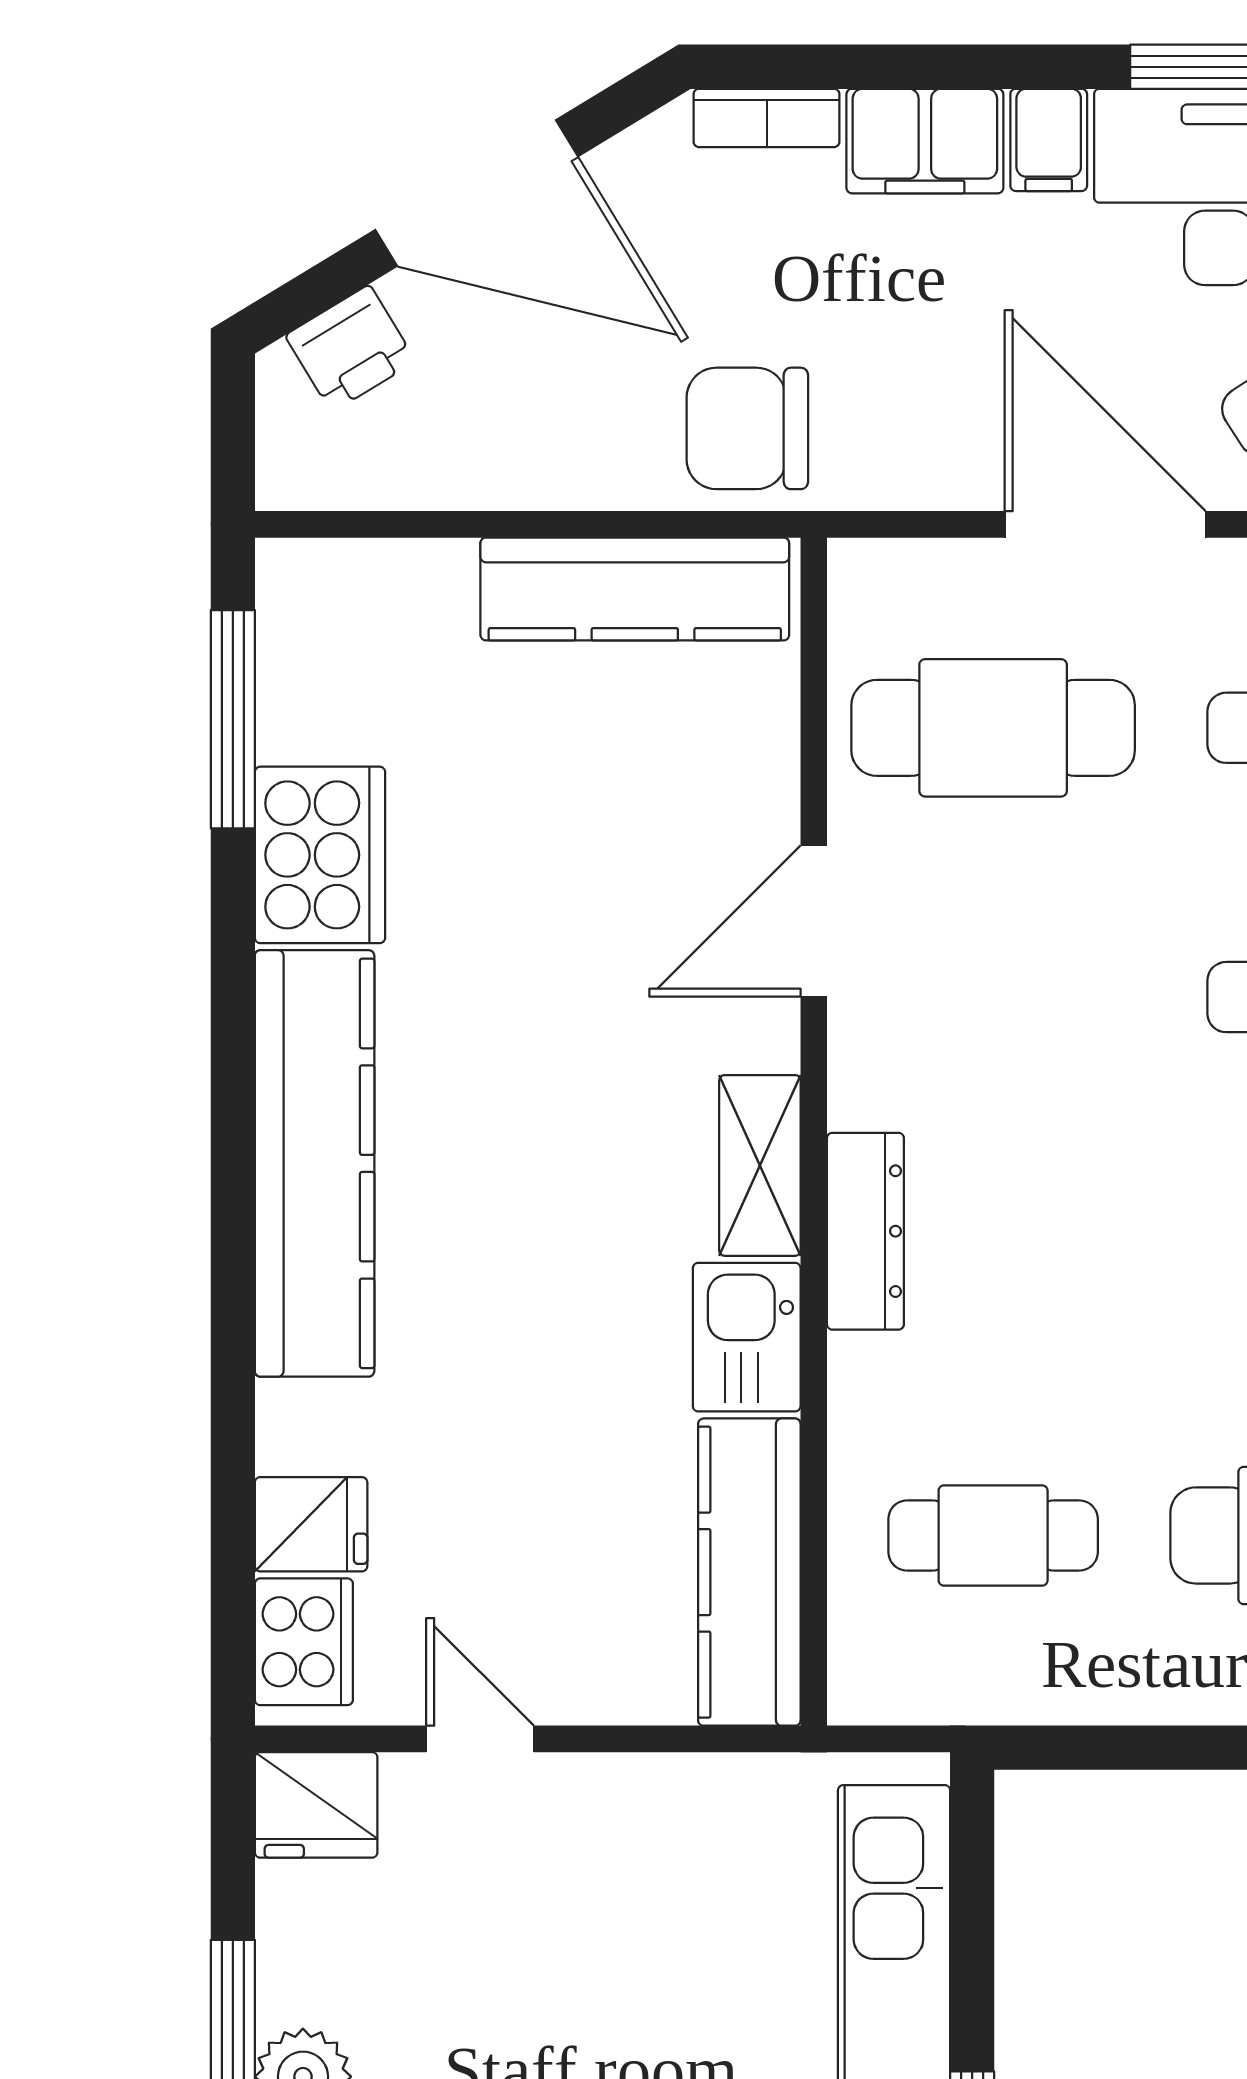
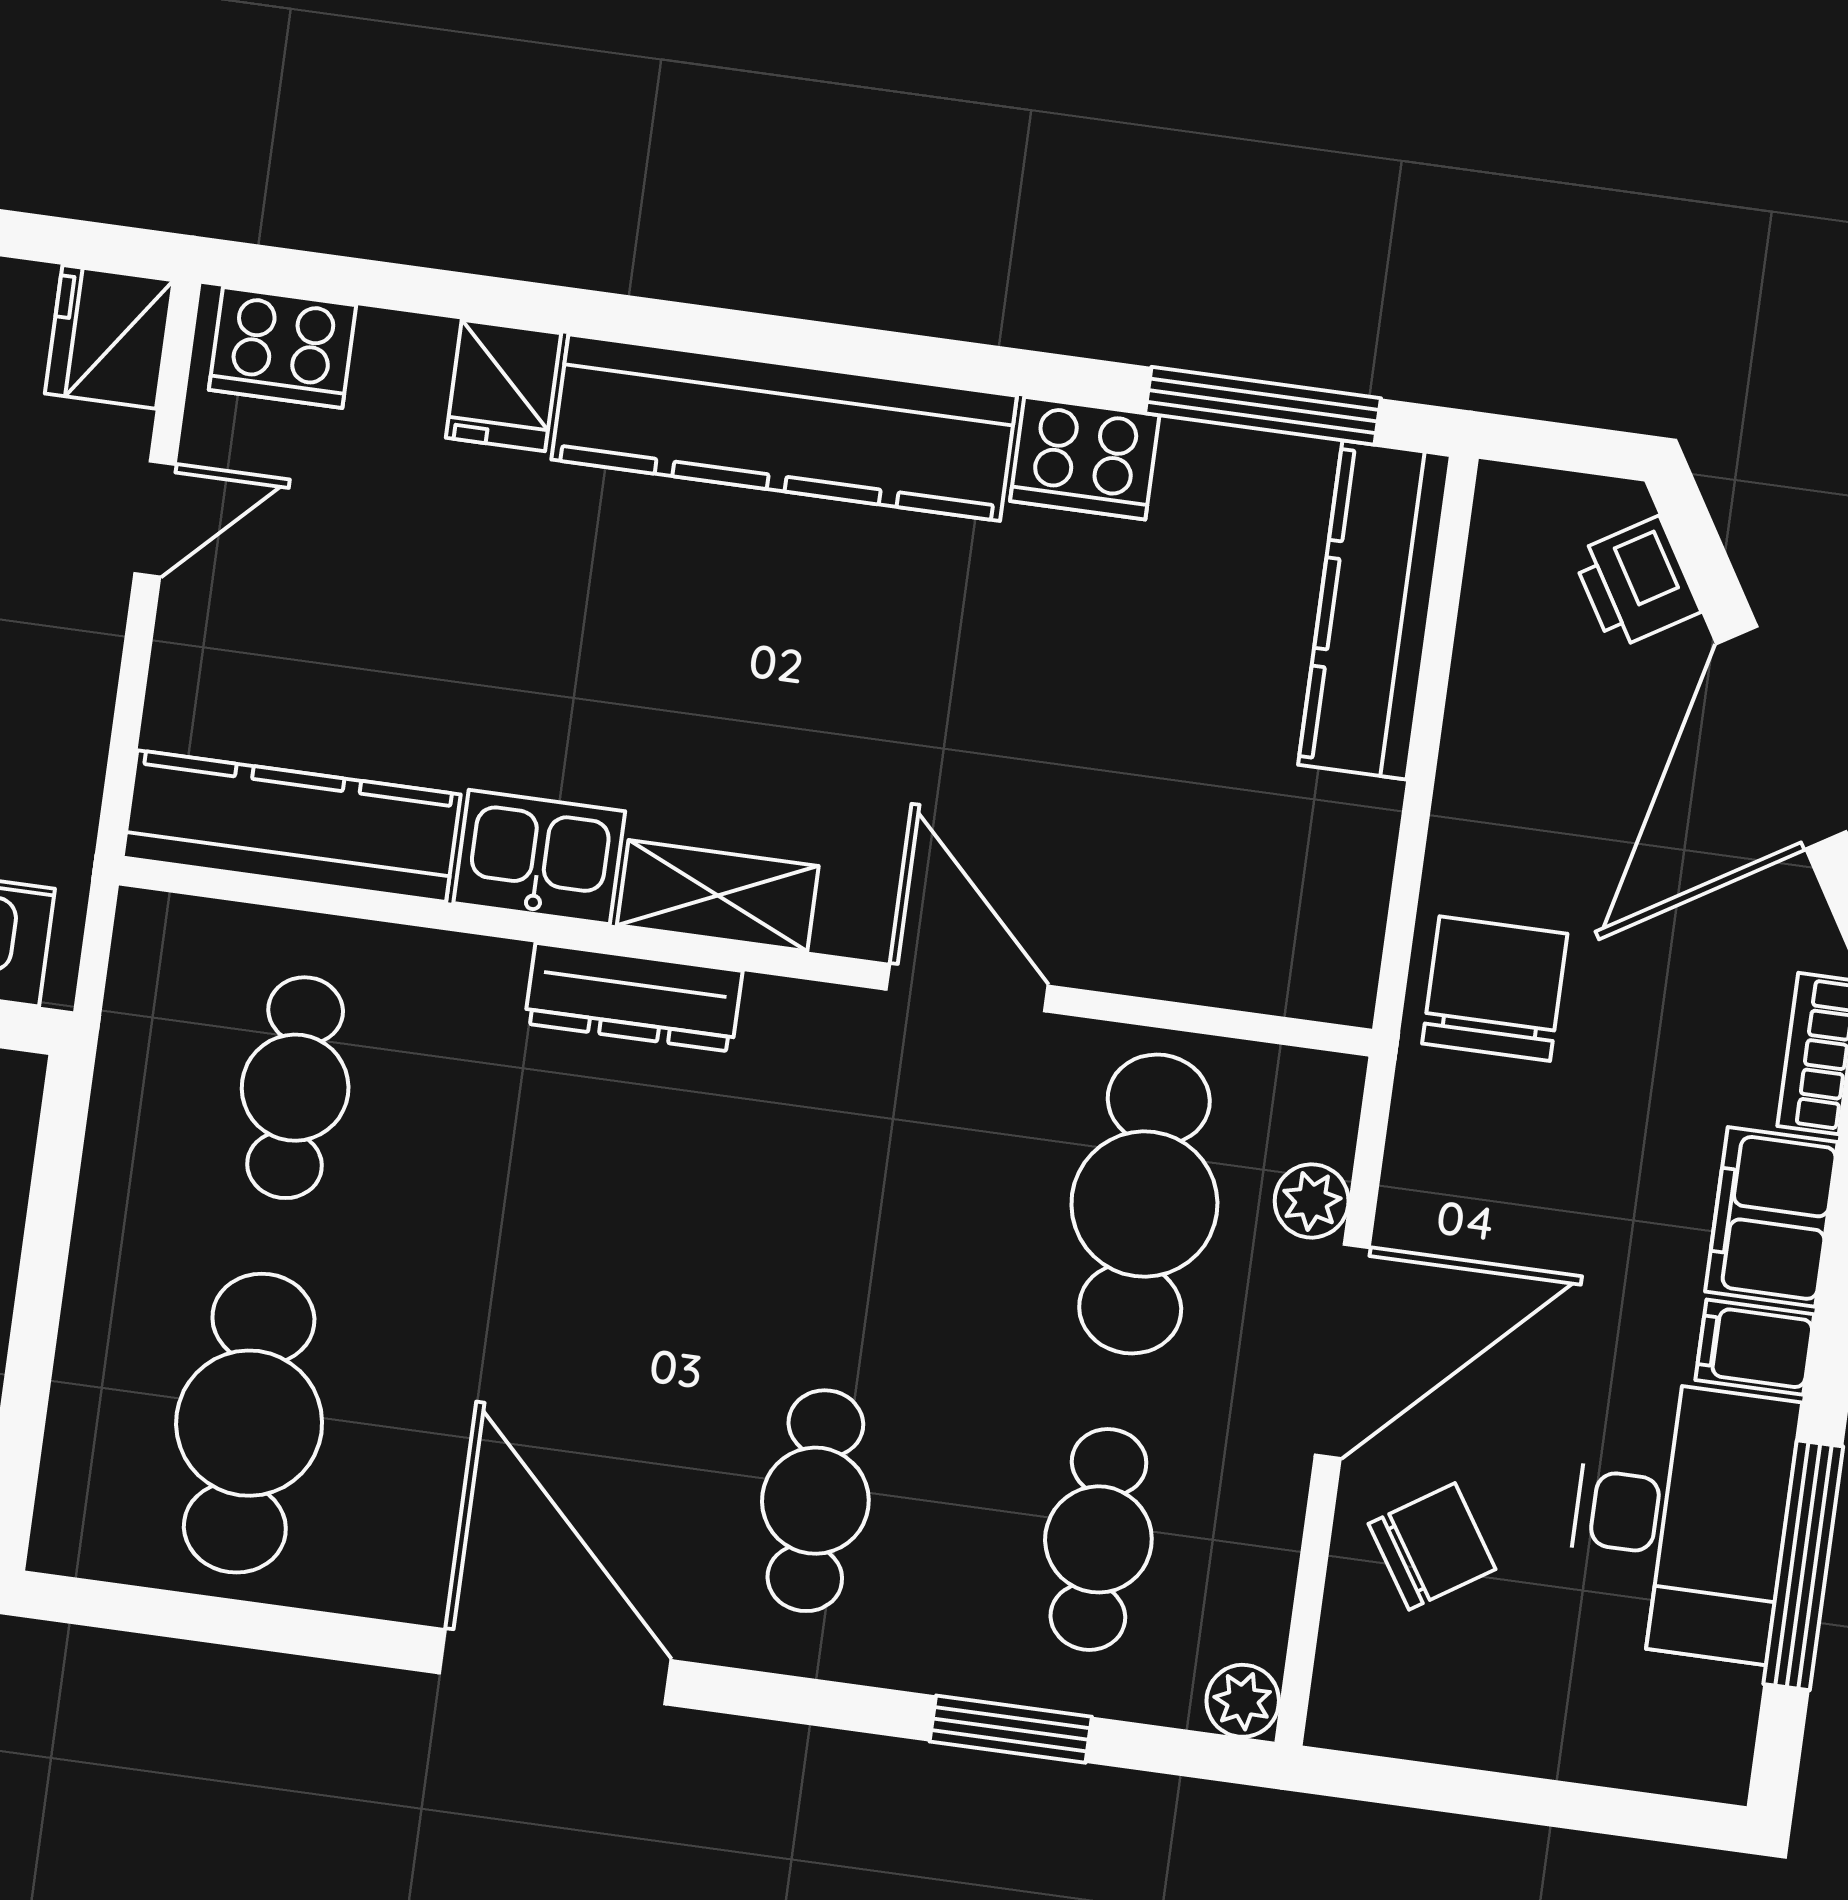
plant: (969, 572) -> (1312, 1201), added
kitchen counter: (635, 589) -> (1375, 610), moved
cooker: (320, 855) -> (1085, 458), width x0.73, depth x0.76
fridge: (311, 1524) -> (503, 385), moved

